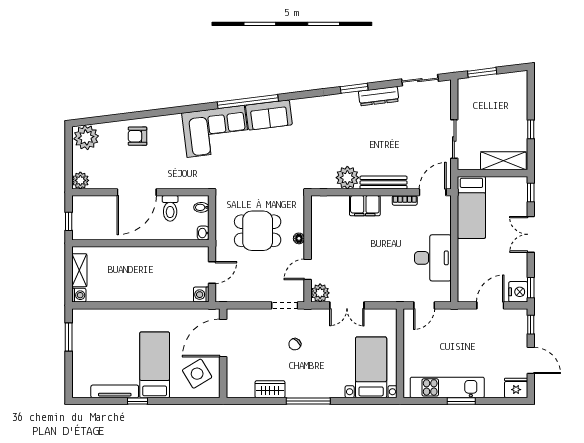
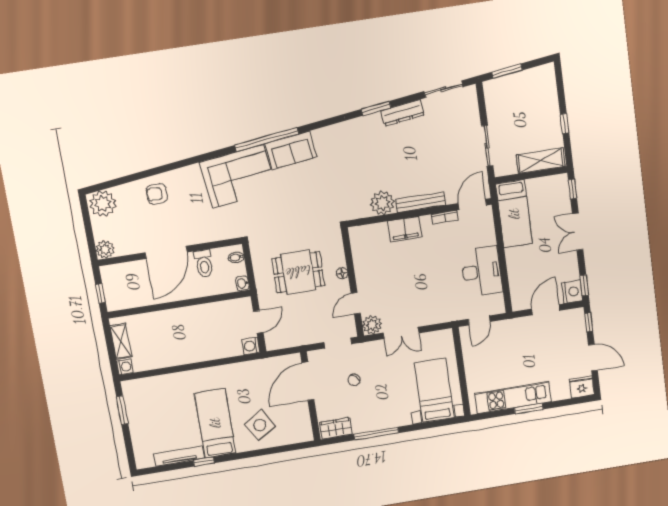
door: (223, 338) -> (308, 381), moved
wall: (223, 353) -> (310, 396), moved

